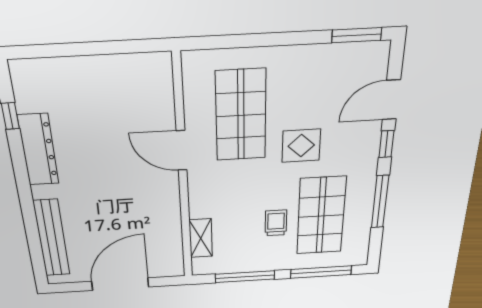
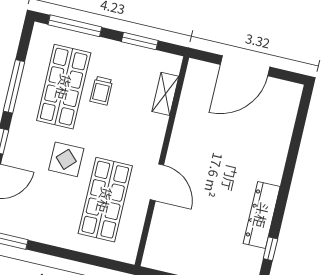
bench: (52, 238) -> (283, 131), removed
window: (245, 277) -> (140, 41), width x0.69

